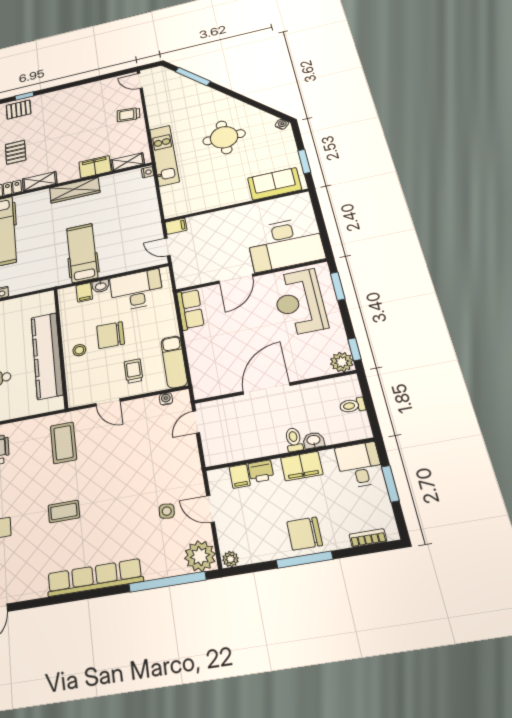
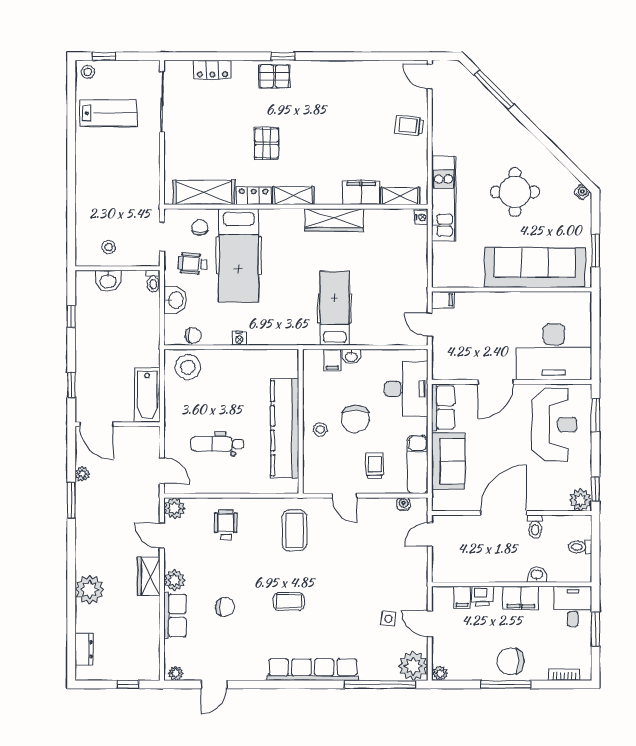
sofa: (274, 184) -> (535, 268), width x1.85, depth x1.27
desk: (136, 290) -> (406, 389), moved, turned 90
reception desk: (299, 302) -> (554, 425), turned 180
chair: (111, 335) -> (355, 419), turned -91
sofa: (203, 353) -> (448, 461), added
toilet: (294, 440) -> (535, 527), moved, turned 180

